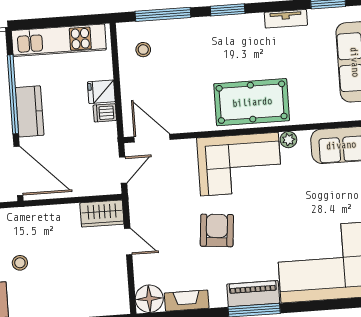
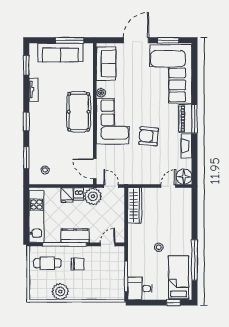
window: (163, 14) -> (26, 158), width x0.69
door: (152, 138) -> (95, 169), hinge flipped
plant: (102, 139) -> (93, 196), added
door: (18, 171) -> (108, 244), width x0.53
wardrobe: (102, 213) -> (135, 205), width x1.50
door: (128, 242) -> (168, 186), moved
fireplace: (187, 301) -> (186, 146), moved

